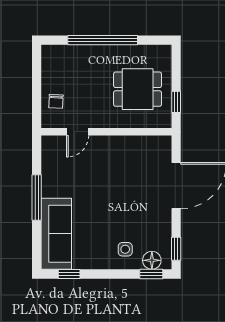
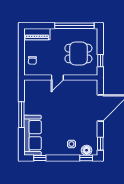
window: (103, 40) -> (74, 26), moved
piano: (64, 55) -> (37, 34), added
door: (78, 132) -> (57, 78), moved

